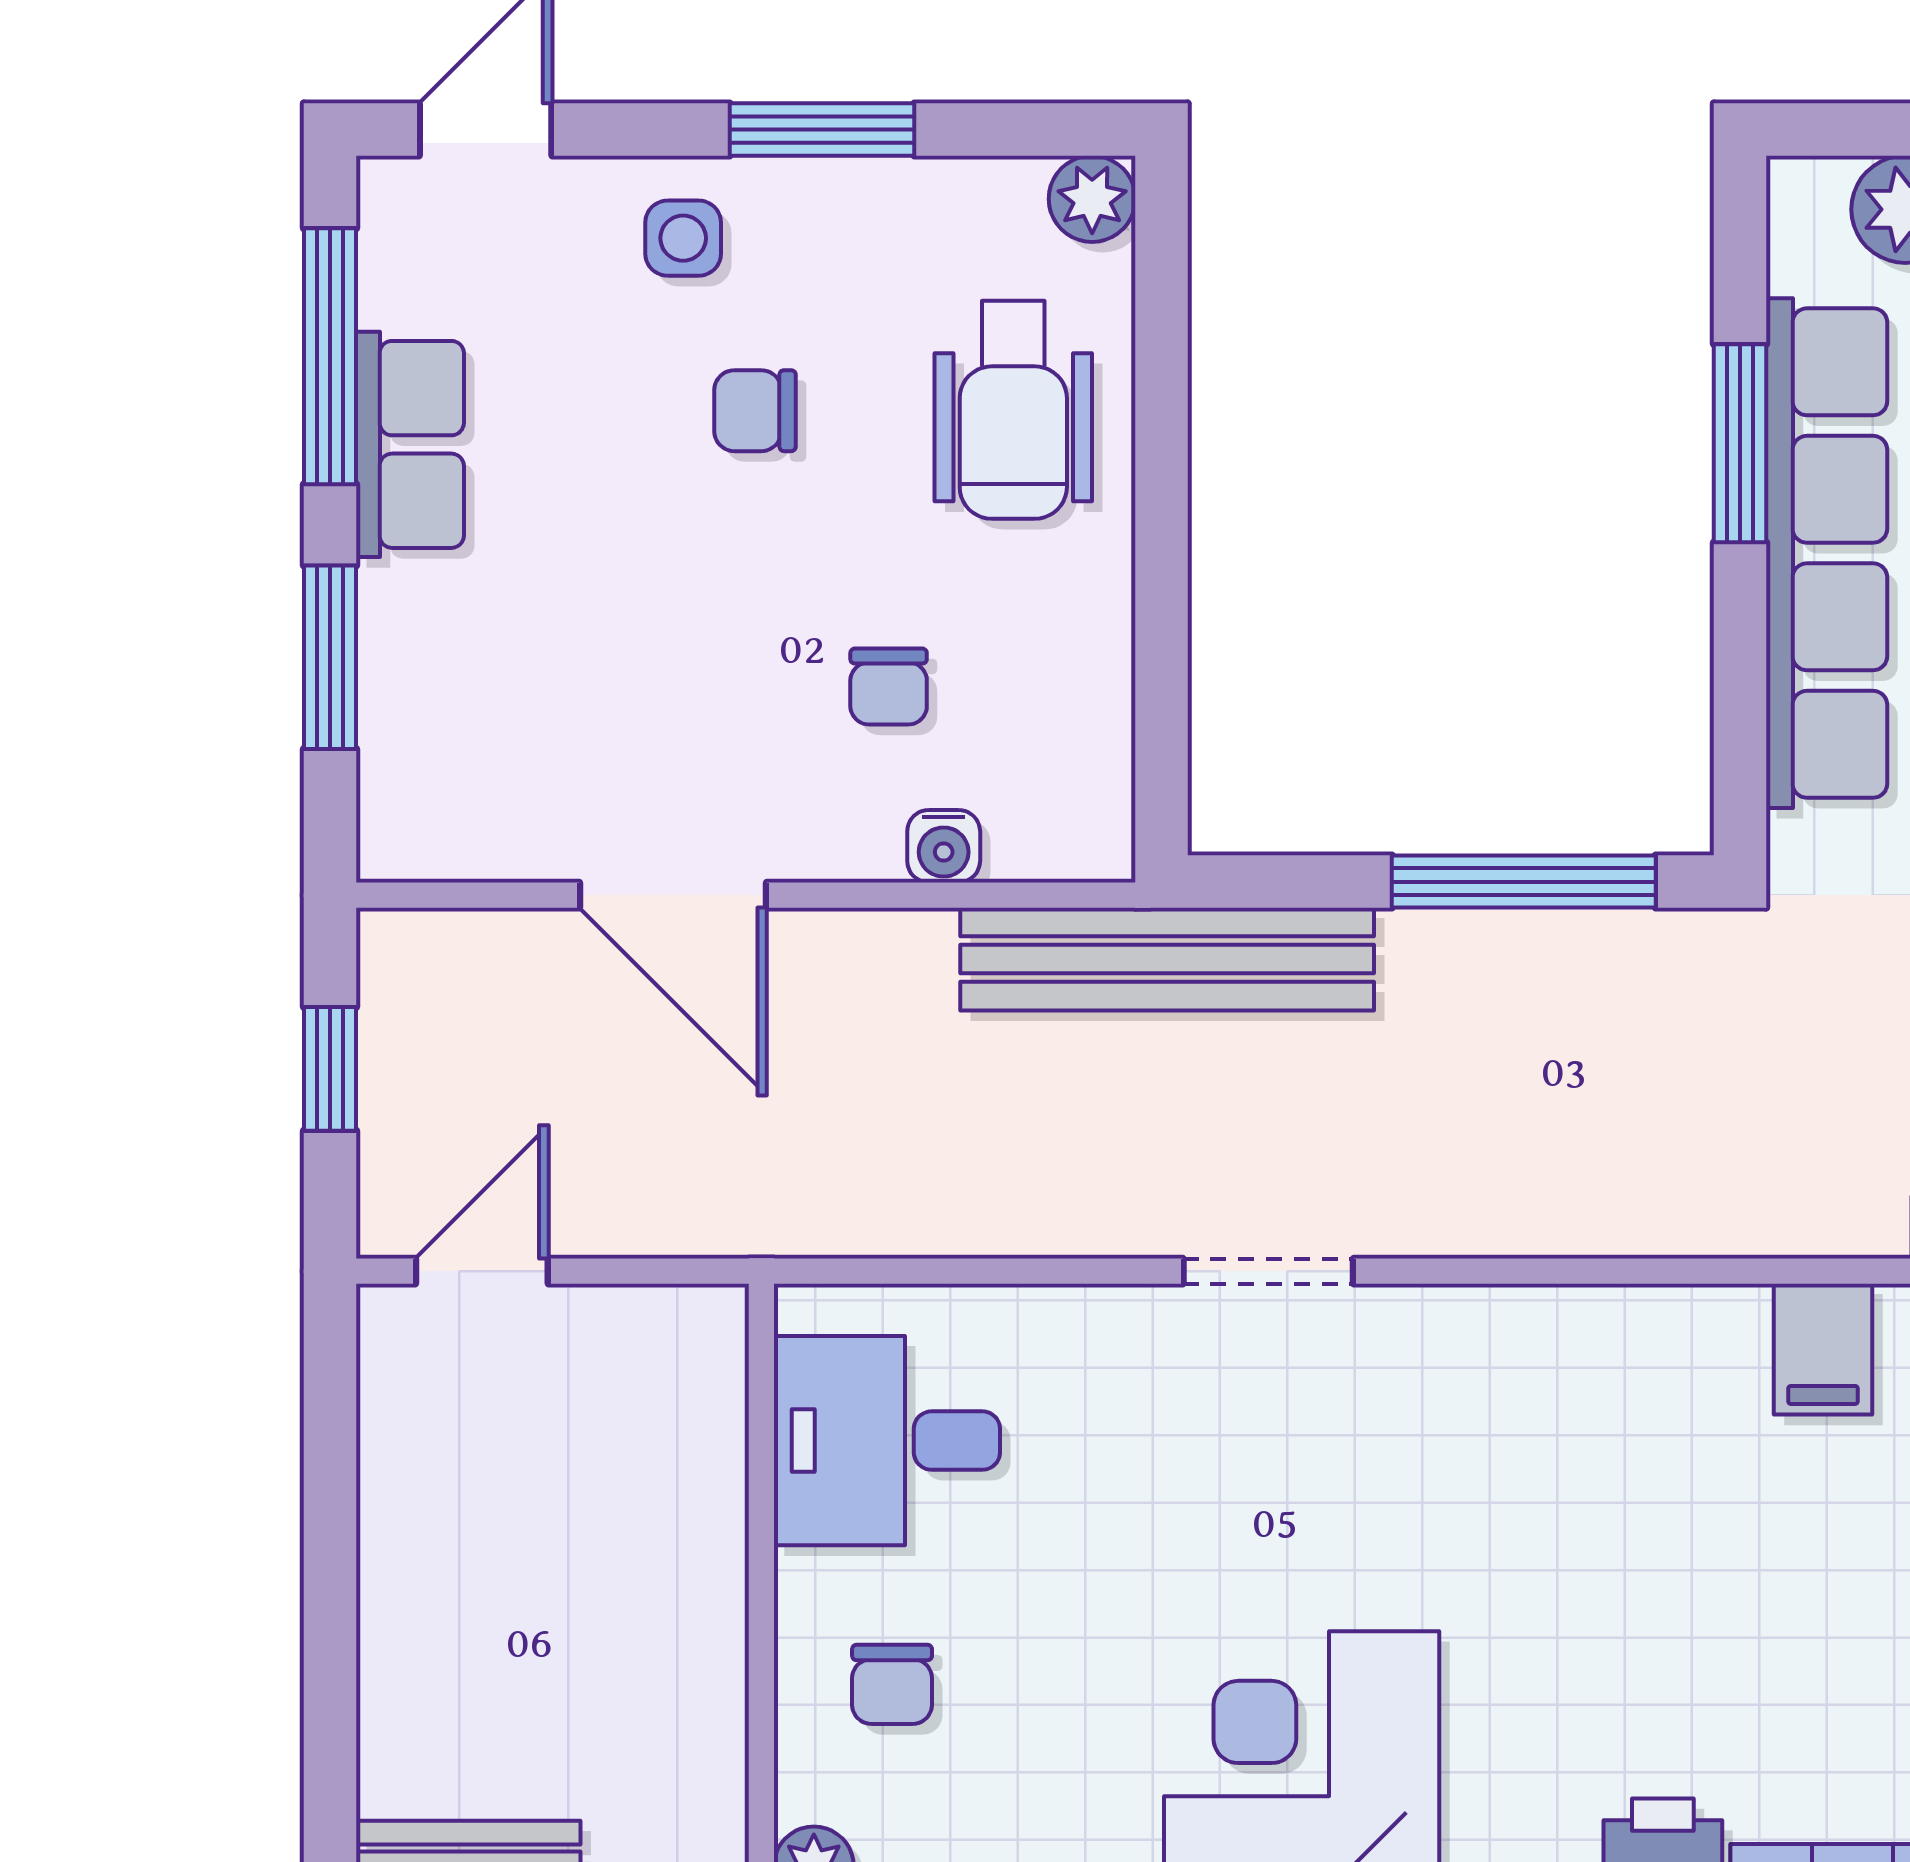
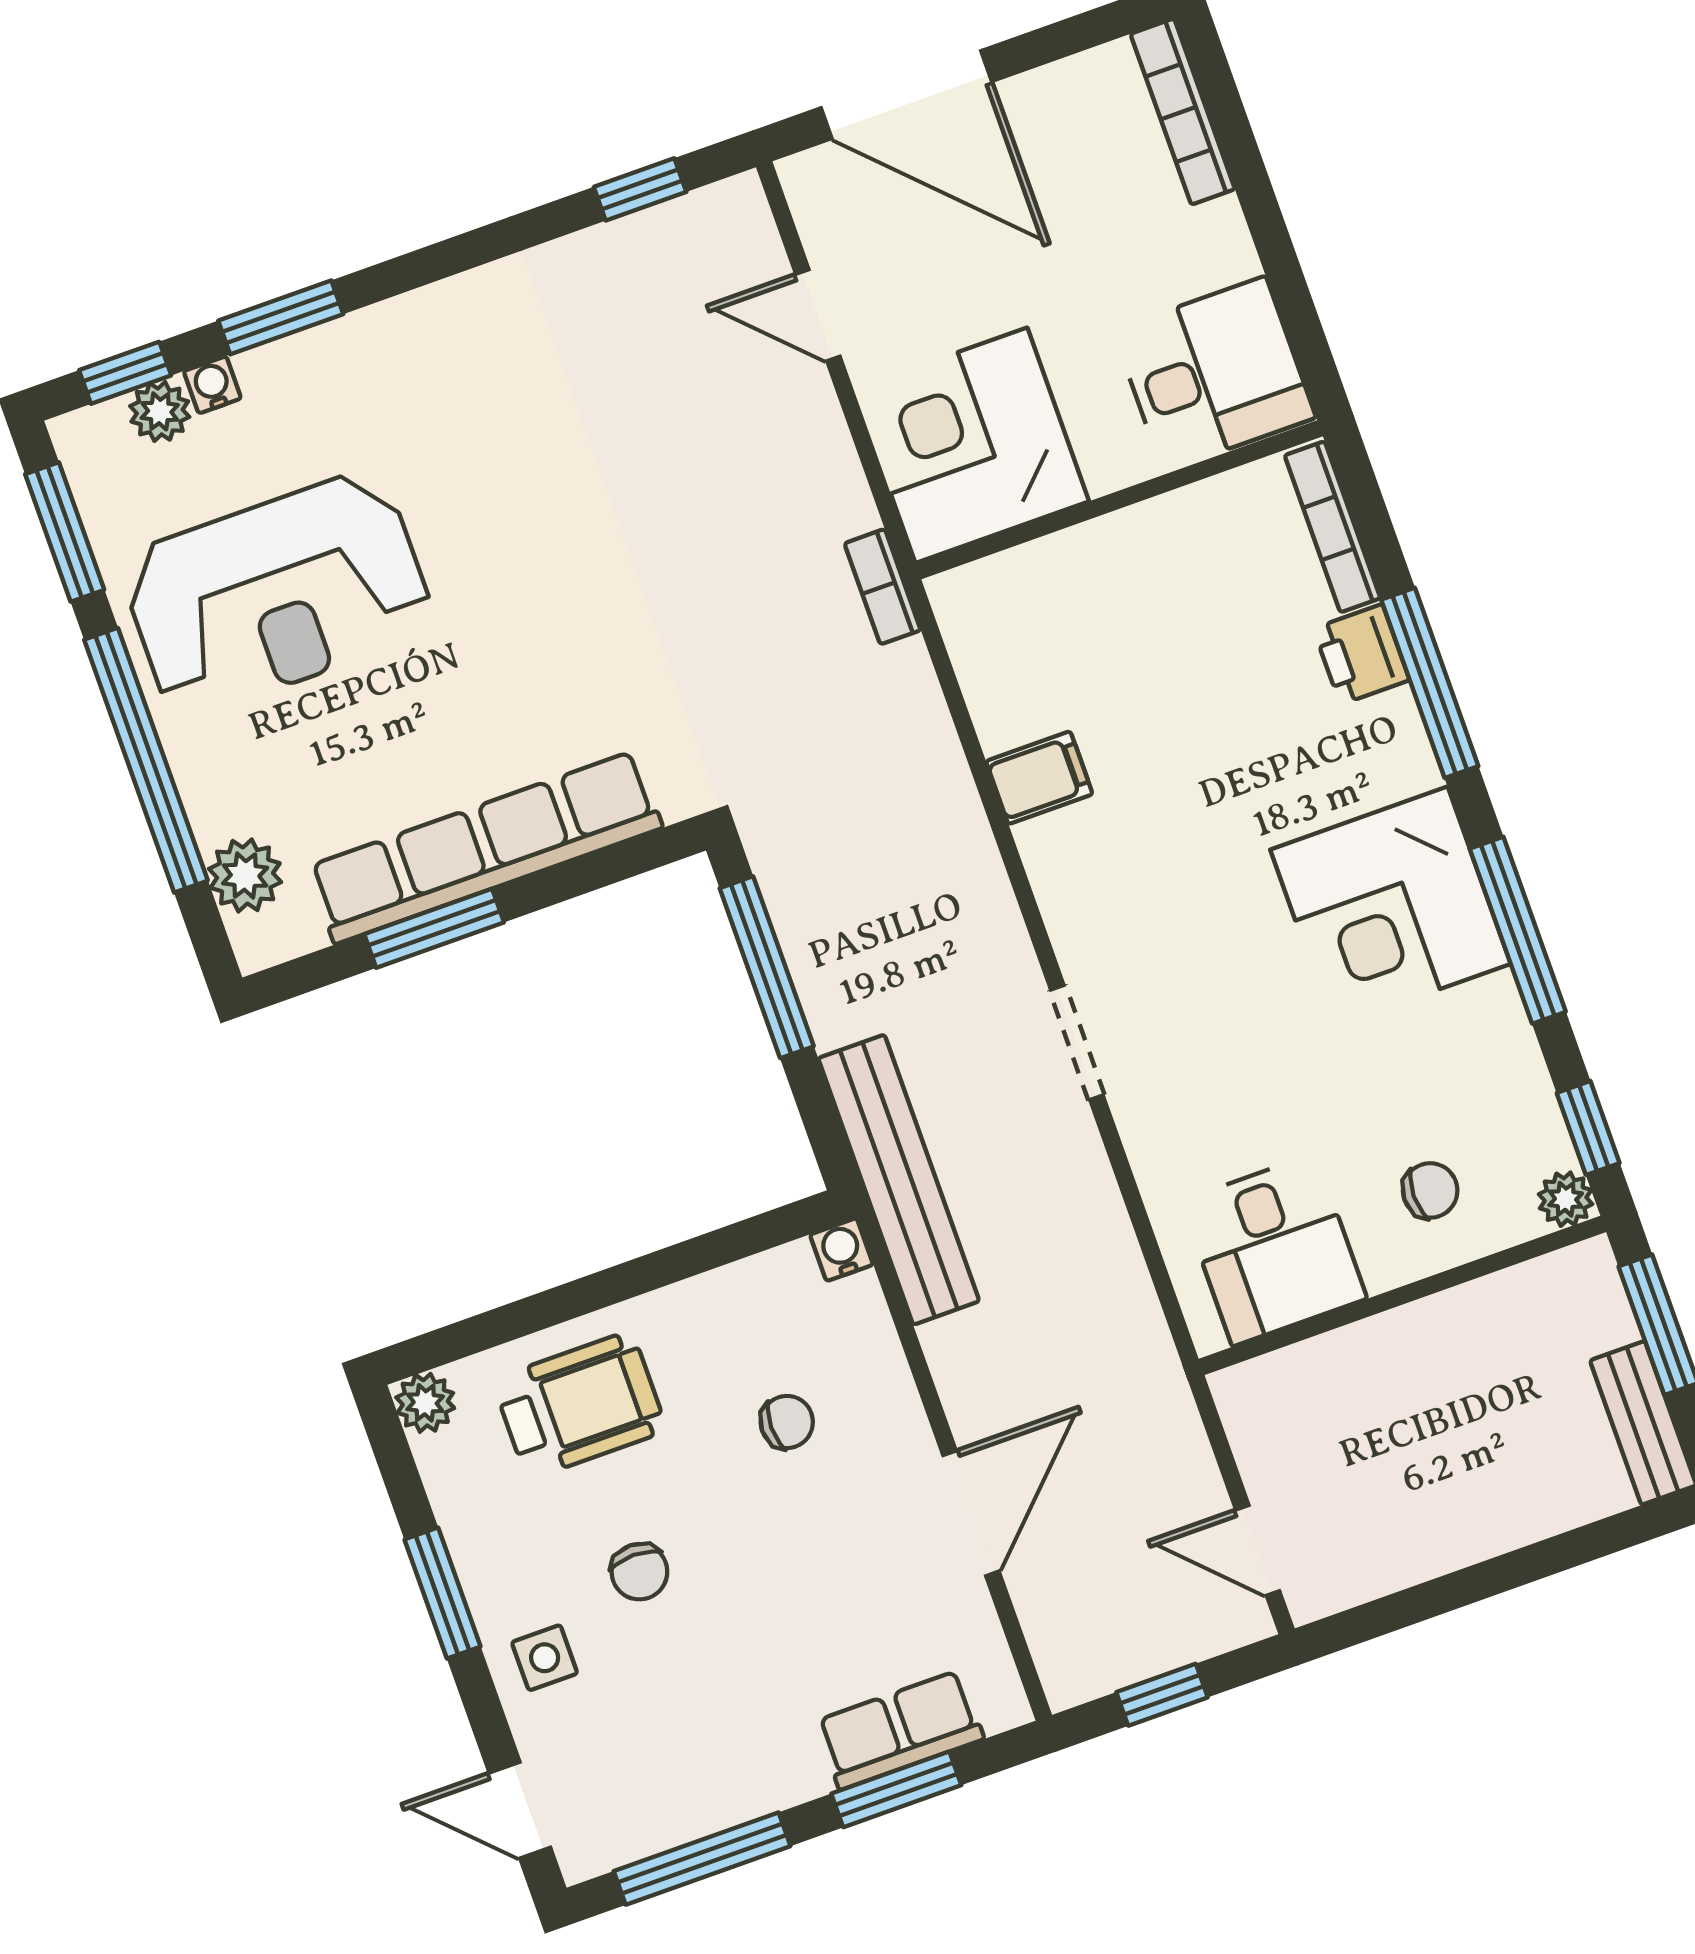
row of seats: (410, 444) -> (900, 1730), moved
water cooler: (944, 846) -> (842, 1250), moved, turned -90
filing cabinet: (1823, 1349) -> (1039, 778), moved

